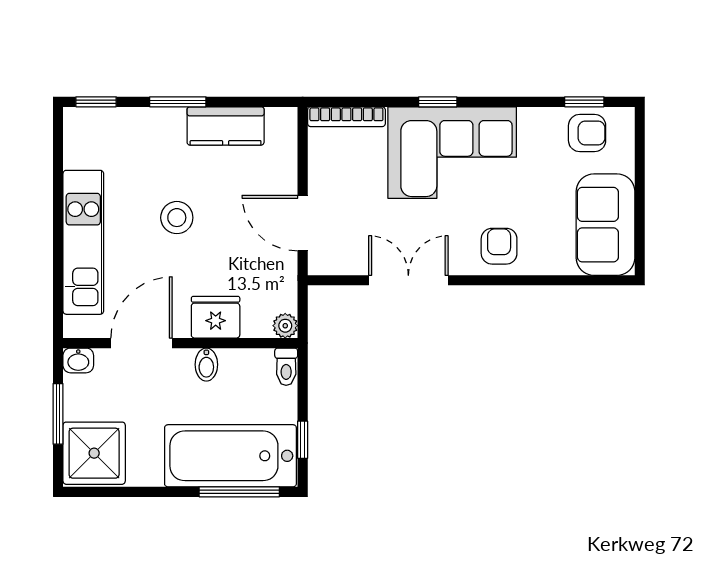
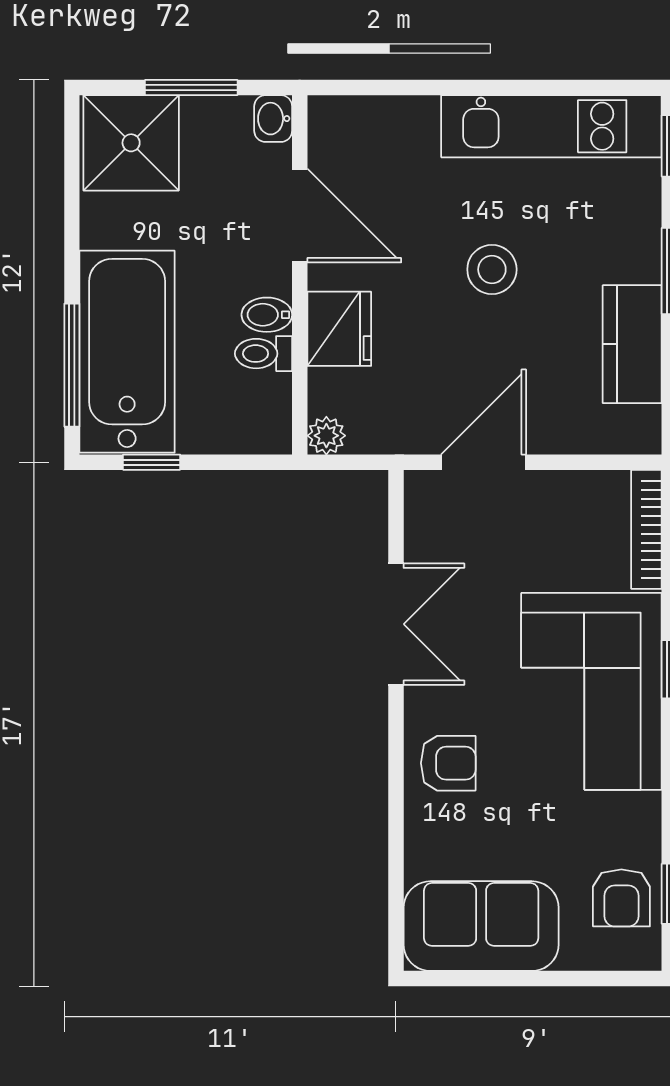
kitchen unit: (83, 242) -> (551, 126), moved
toilet: (286, 367) -> (264, 354), moved

